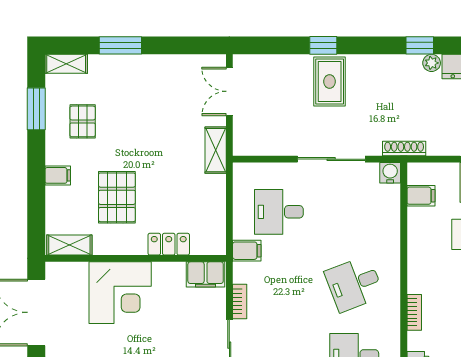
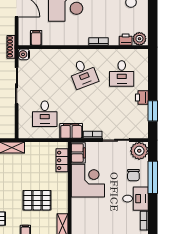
locker: (169, 244) -> (62, 160), moved
filing cabinet: (247, 251) -> (71, 131), width x2.00
corner desk: (120, 293) -> (88, 181), moved

